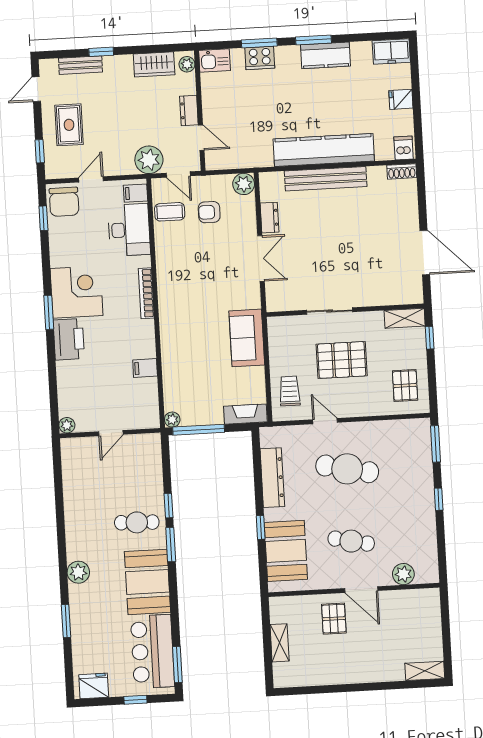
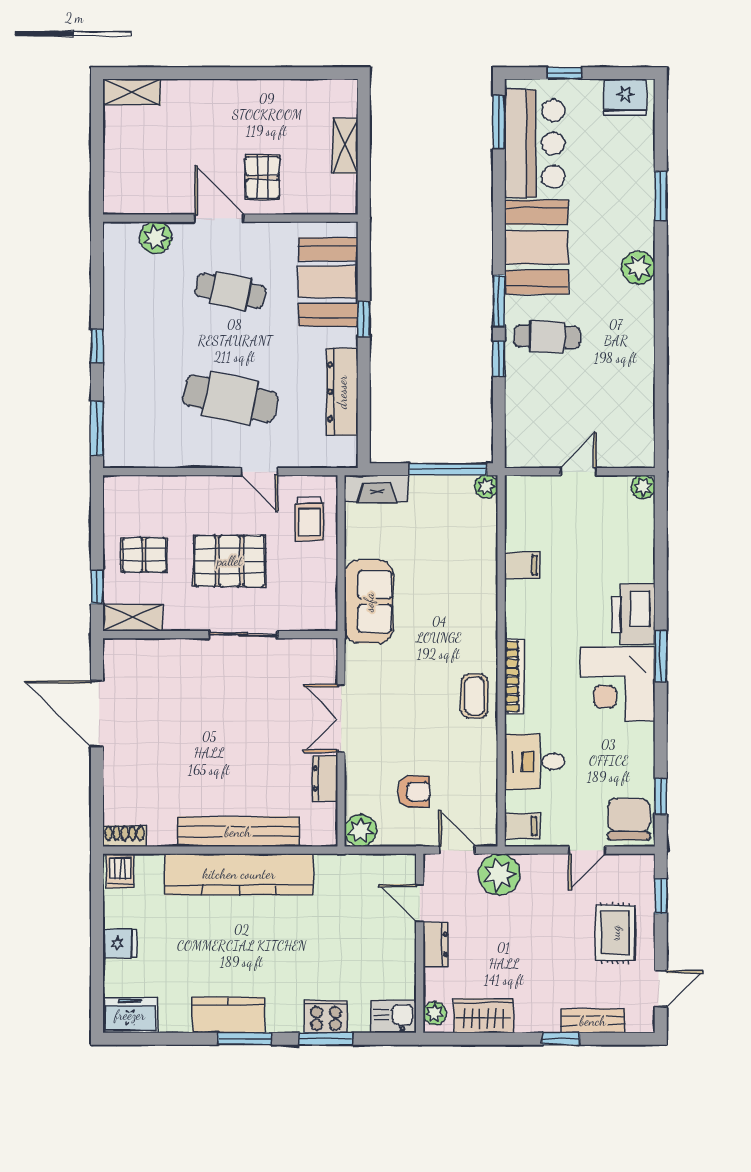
coffee table: (170, 212) -> (475, 696), moved, turned 90
desk: (129, 230) -> (535, 762), width x0.73
pallet: (405, 385) -> (144, 555), moved, turned 90

